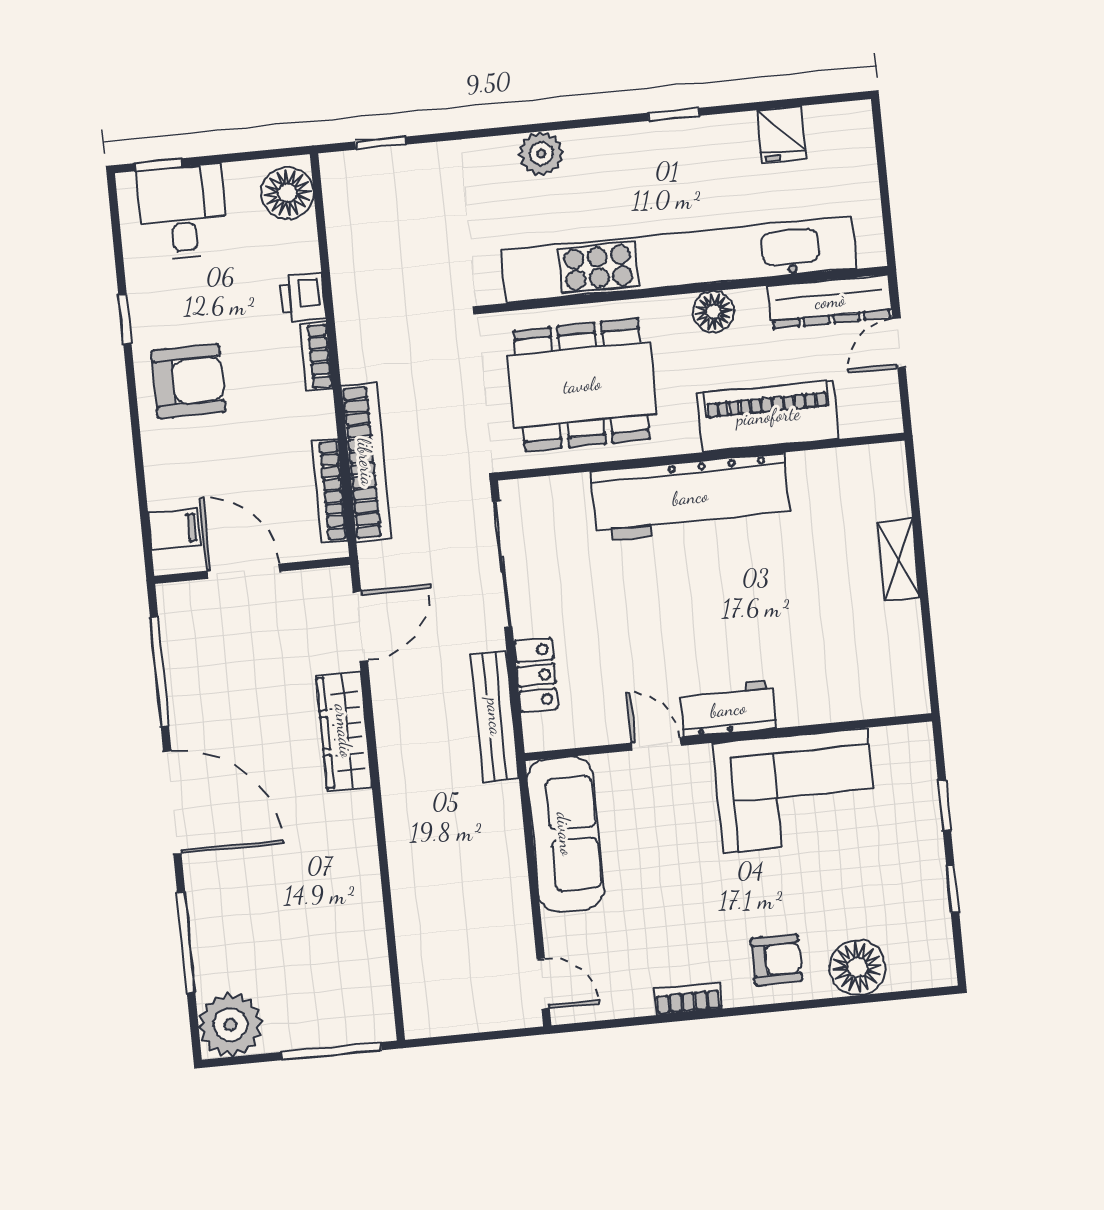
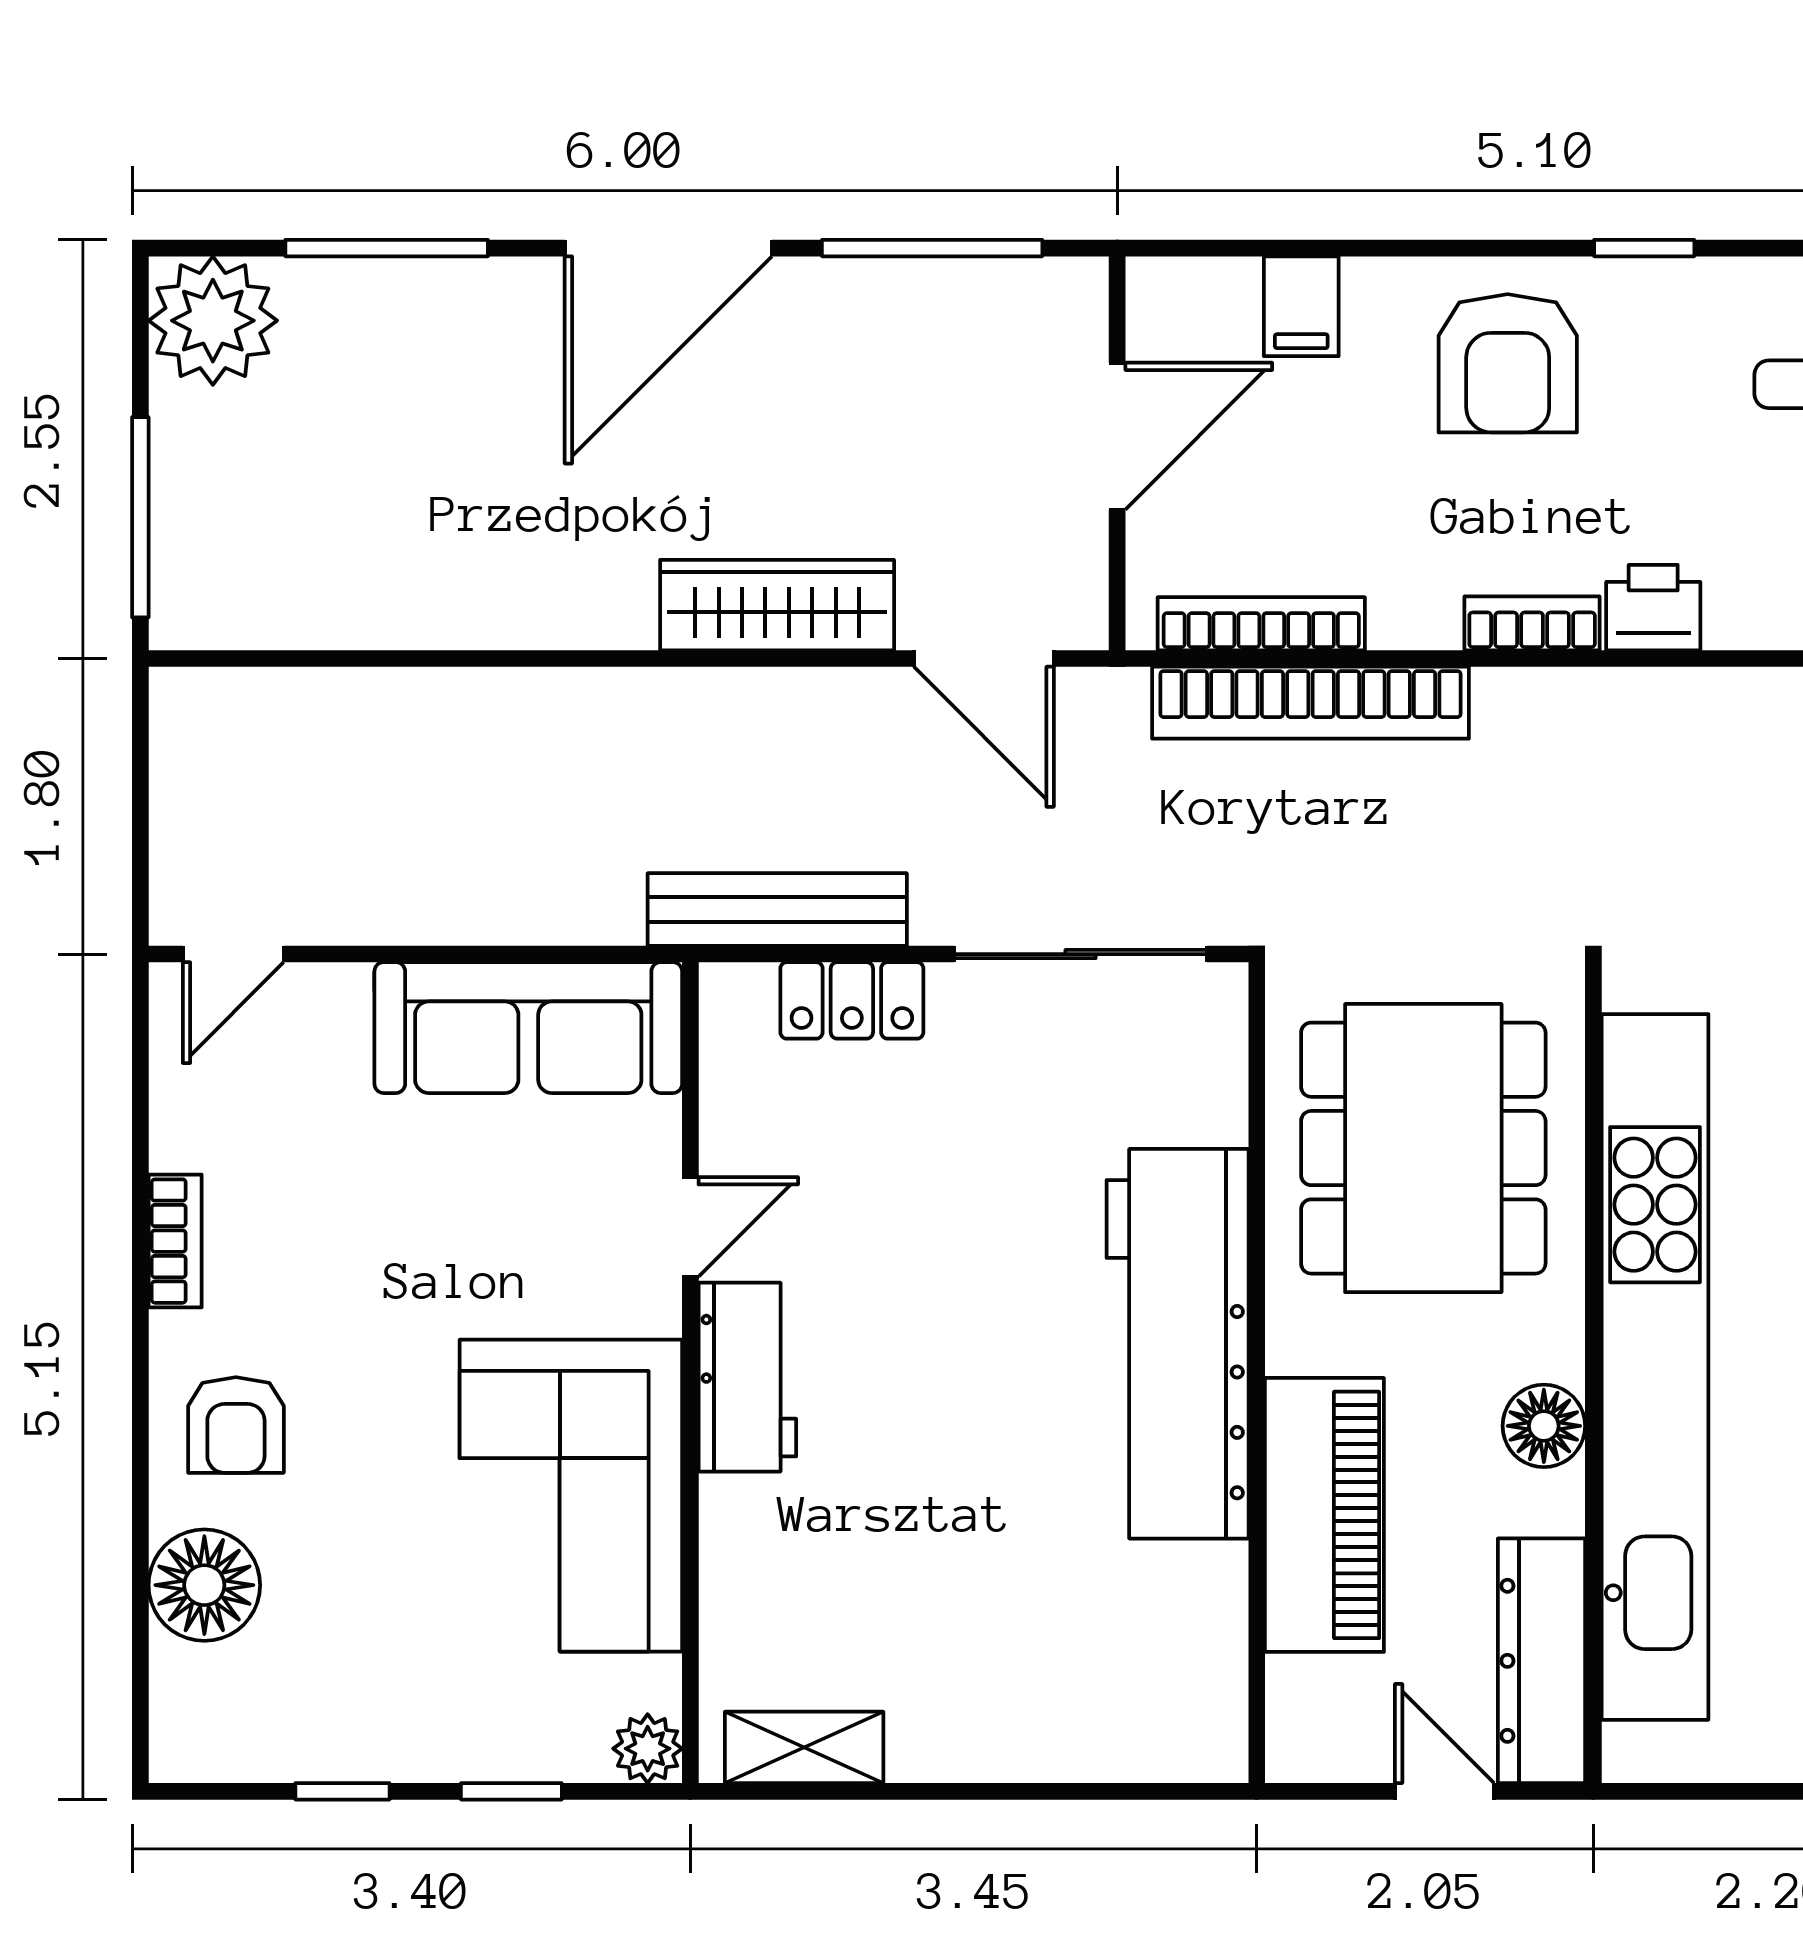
filing cabinet: (175, 529) -> (1301, 306), moved
shelving: (898, 560) -> (804, 1747), moved
plant: (917, 740) -> (648, 1749), added

